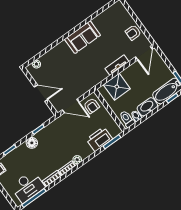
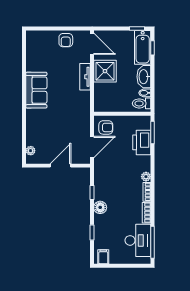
shower: (117, 87) -> (105, 71), moved

